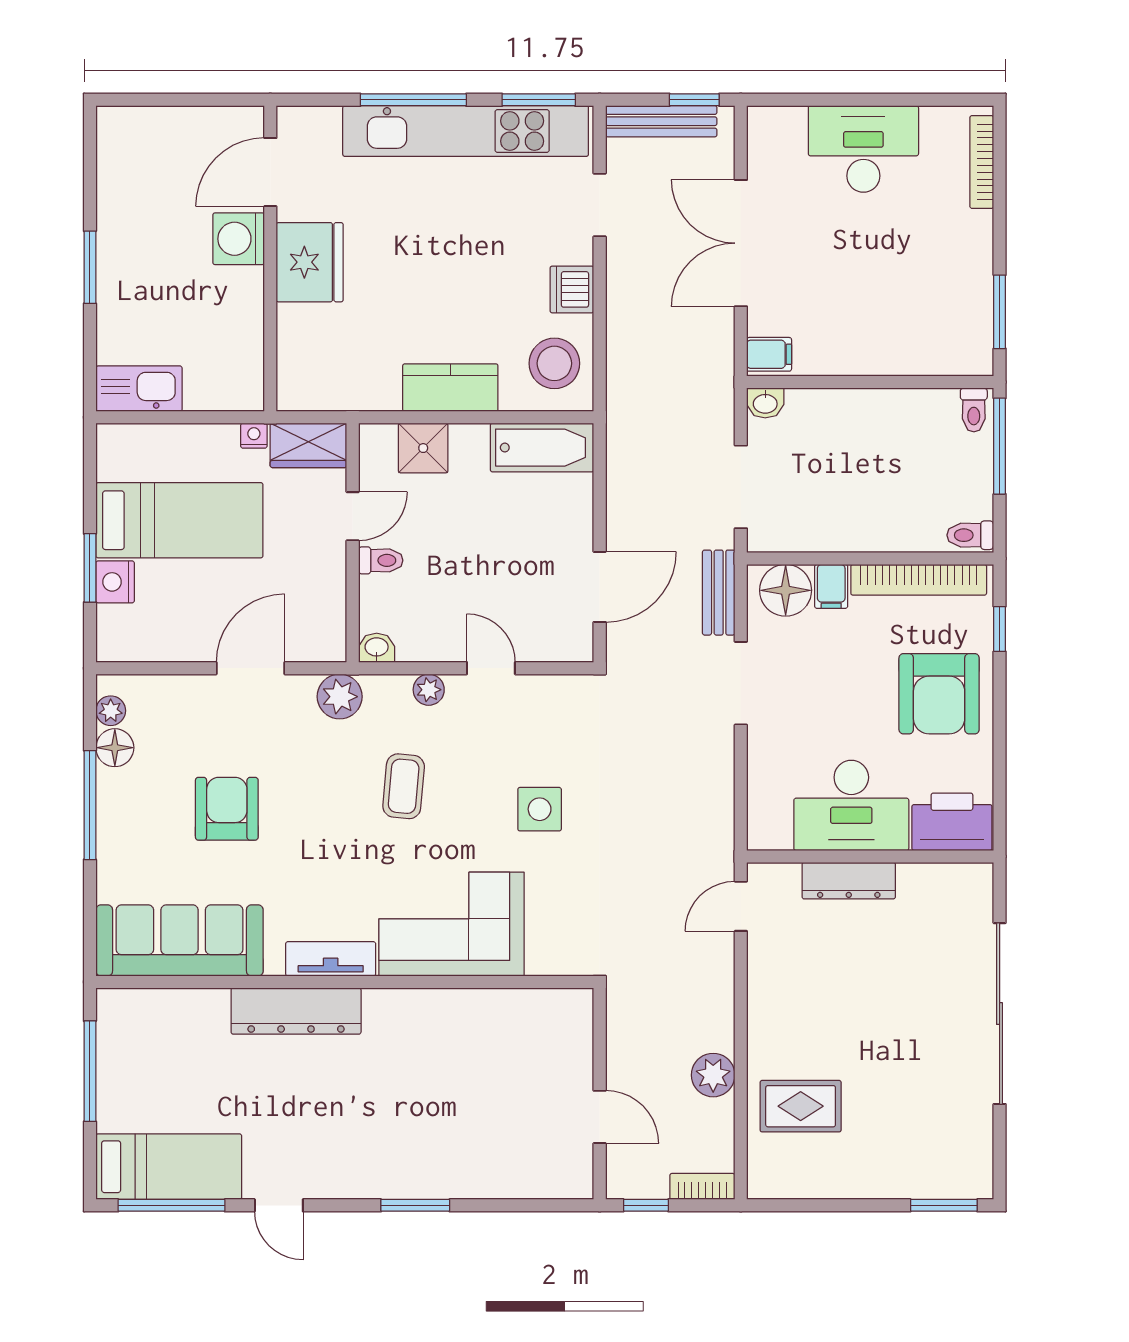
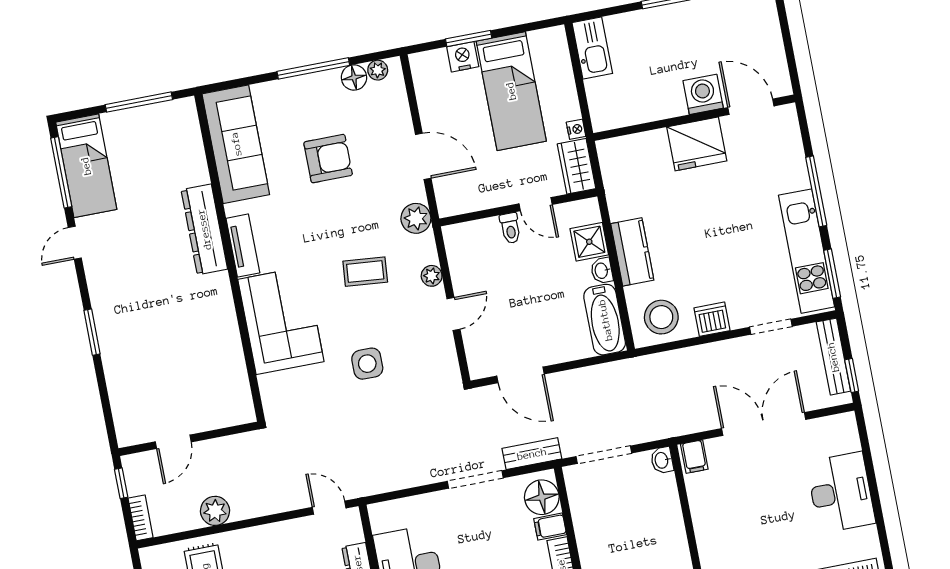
kitchen unit: (466, 131) -> (807, 251), width x0.73
washbasin: (377, 648) -> (602, 271), moved, turned 180

